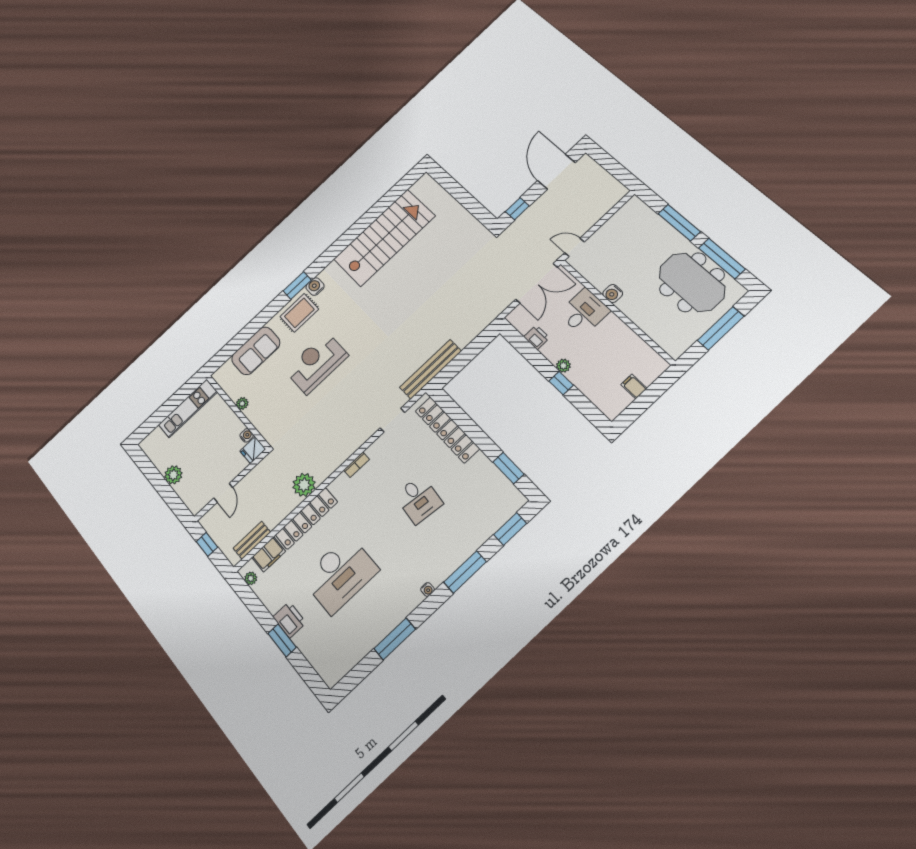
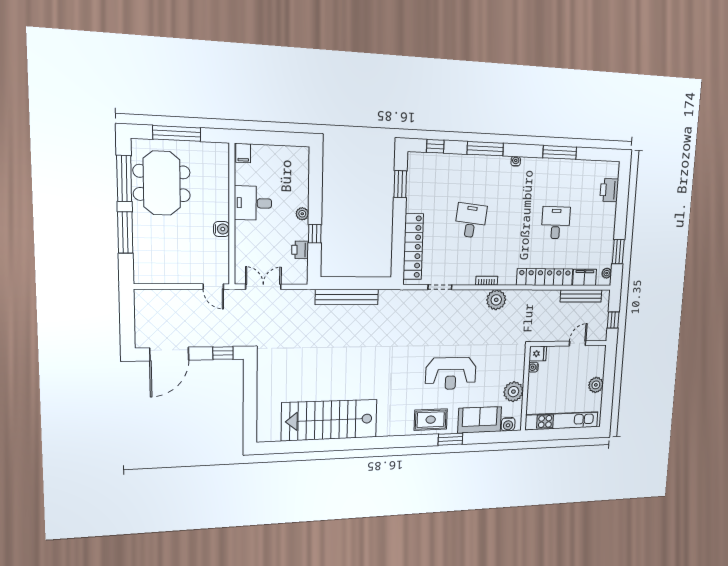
double door: (537, 283) -> (263, 287), width x0.73
window: (297, 286) -> (450, 439), moved
water cooler: (315, 287) -> (508, 424), moved
desk: (584, 312) -> (253, 203), moved
bench: (431, 369) -> (347, 297), moved
window: (561, 383) -> (315, 234), moved
filing cabinet: (634, 386) -> (243, 153), moved
plant: (242, 403) -> (513, 392), width x1.87, depth x1.87
kitchen unit: (188, 408) -> (562, 421), width x1.36
plant: (304, 485) -> (496, 300), moved
window: (510, 529) -> (435, 146), width x0.67
bench: (252, 540) -> (581, 296), width x1.36
desk: (340, 574) -> (556, 223), width x0.53, depth x0.77
printer: (289, 620) -> (609, 190), moved
window: (282, 640) -> (618, 252), moved

